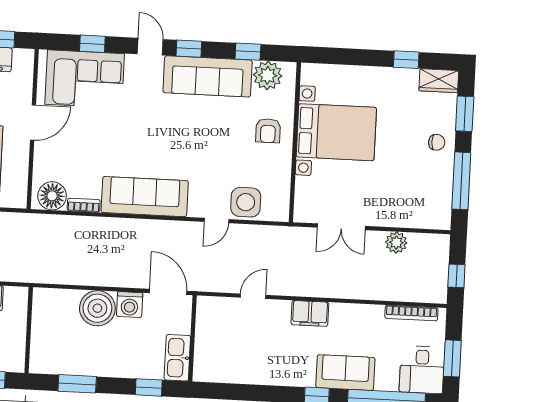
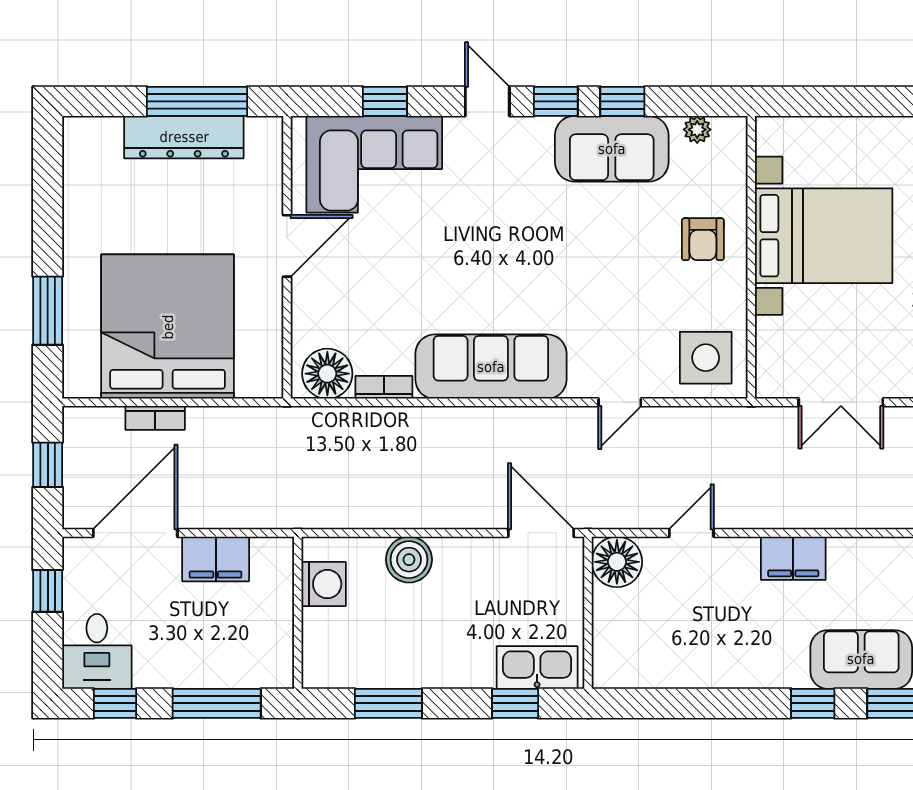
window: (248, 52) -> (622, 101), moved
plant: (268, 75) -> (697, 130), width x0.53, depth x0.53
sofa: (208, 76) -> (612, 149), width x0.73
side table: (246, 202) -> (706, 358), moved
washing machine: (130, 305) -> (324, 584), moved, turned -90
boiler: (97, 308) -> (409, 560), width x0.73, depth x0.73
floor lamp: (210, 310) -> (617, 562), added
kitchen sink: (177, 358) -> (537, 668), moved, turned 90

